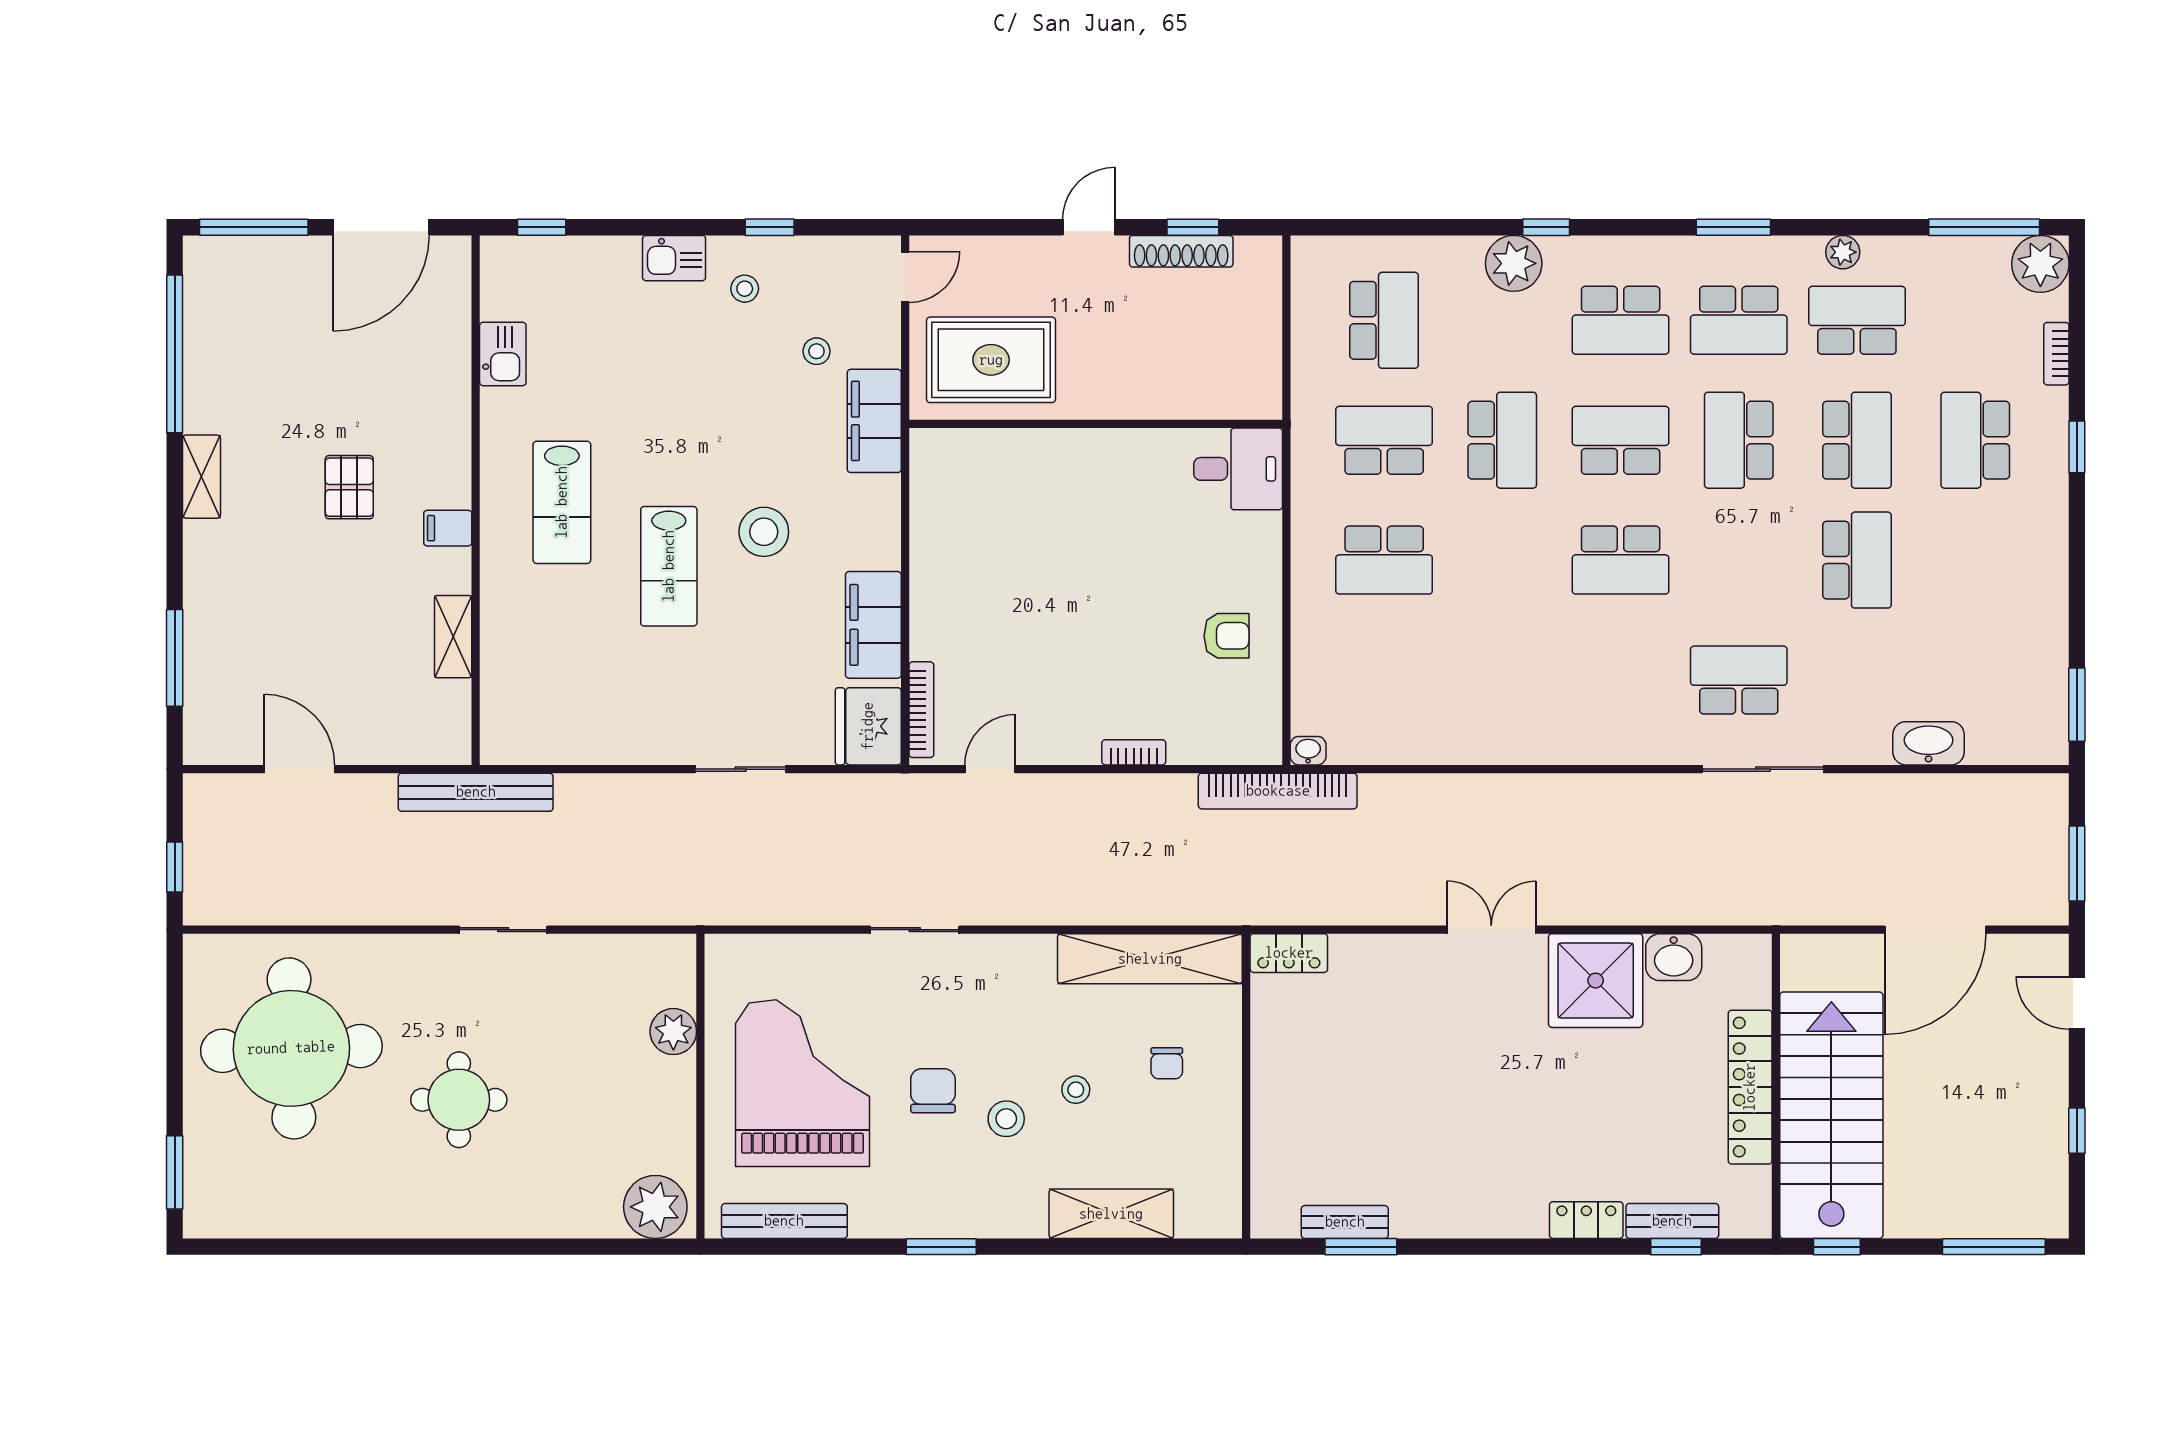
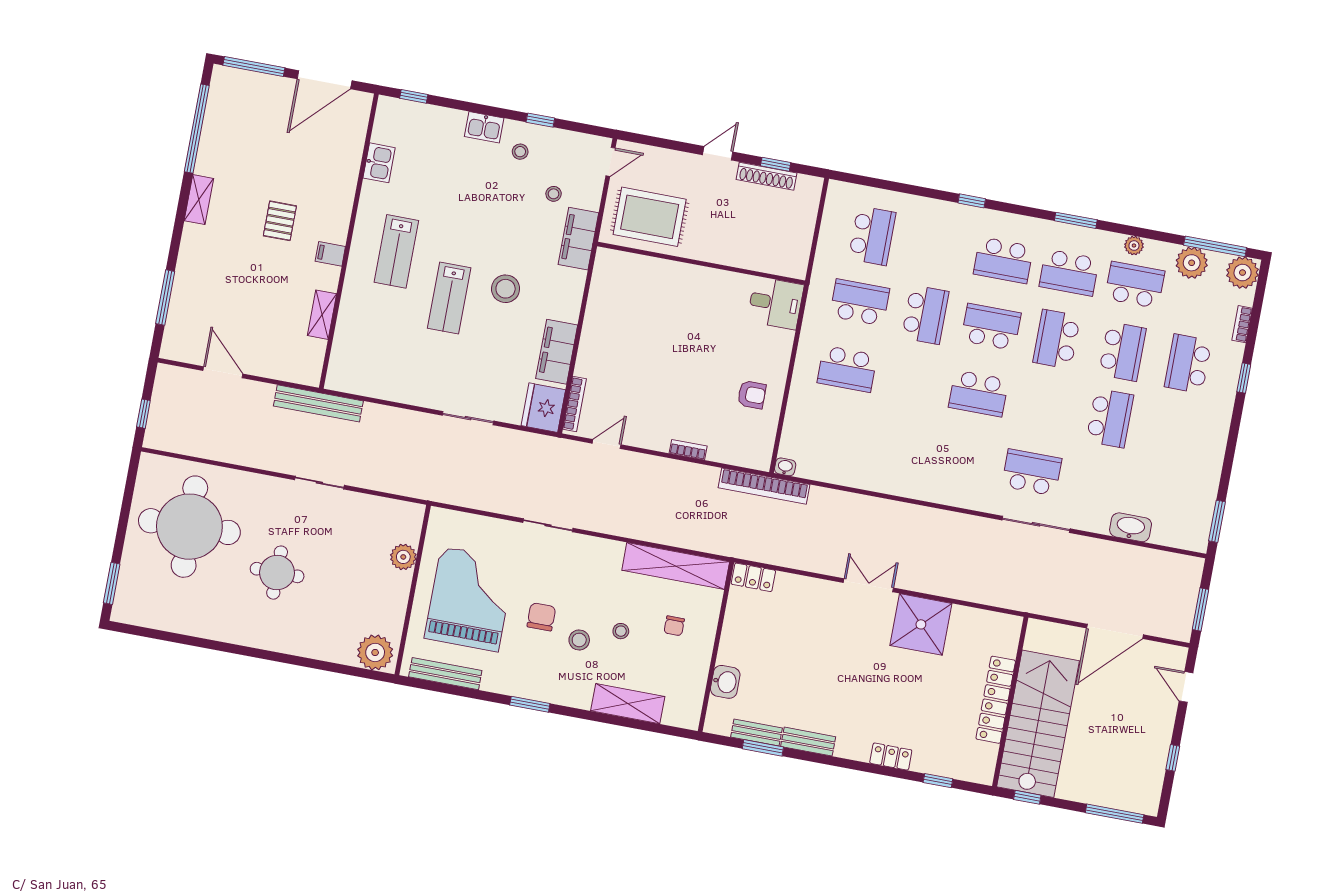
plant: (1514, 263) -> (1192, 263), moved
washbasin: (1674, 957) -> (725, 682), moved, turned -90
bench: (1672, 1221) -> (808, 742), moved

